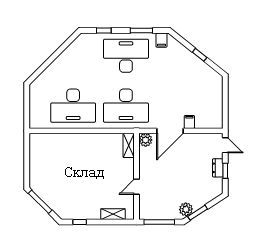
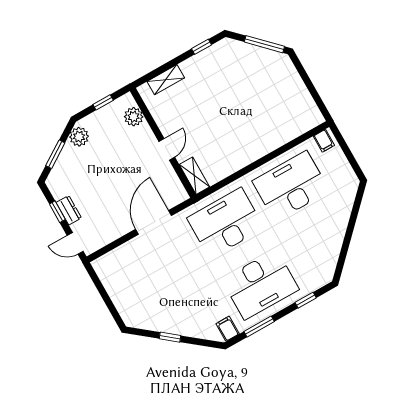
filing cabinet: (189, 122) -> (324, 141), moved
plant: (146, 140) -> (134, 117), moved
door: (136, 187) -> (167, 149), moved
window: (198, 213) -> (55, 154), moved
window: (159, 222) -> (103, 102), width x0.46

